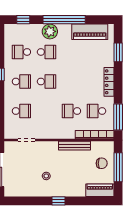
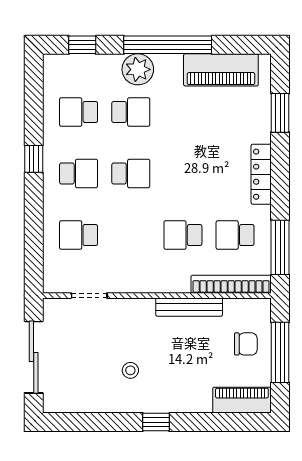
school desk: (21, 111) -> (79, 235), turned 180

